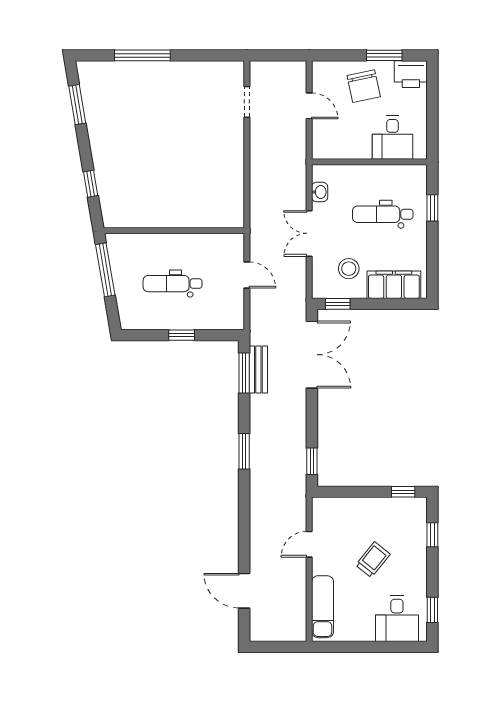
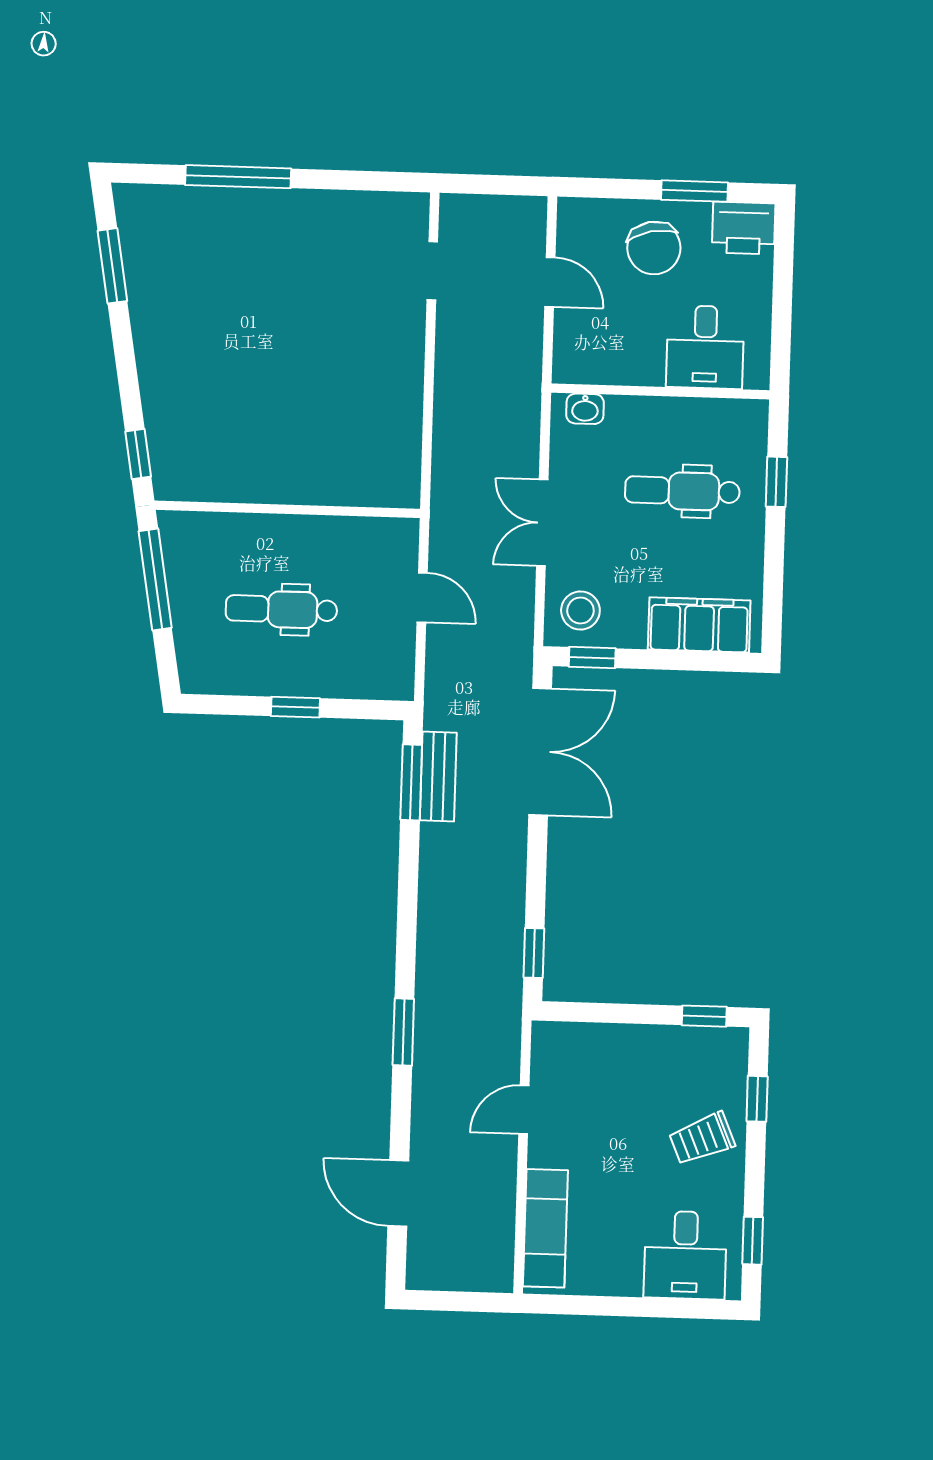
window: (91, 184) -> (138, 454), moved
washbasin: (320, 192) -> (585, 409), moved, turned 90
stool: (349, 269) -> (580, 610), moved
window: (244, 451) -> (403, 1032), moved
trolley: (373, 560) -> (702, 1139), moved, turned -152

